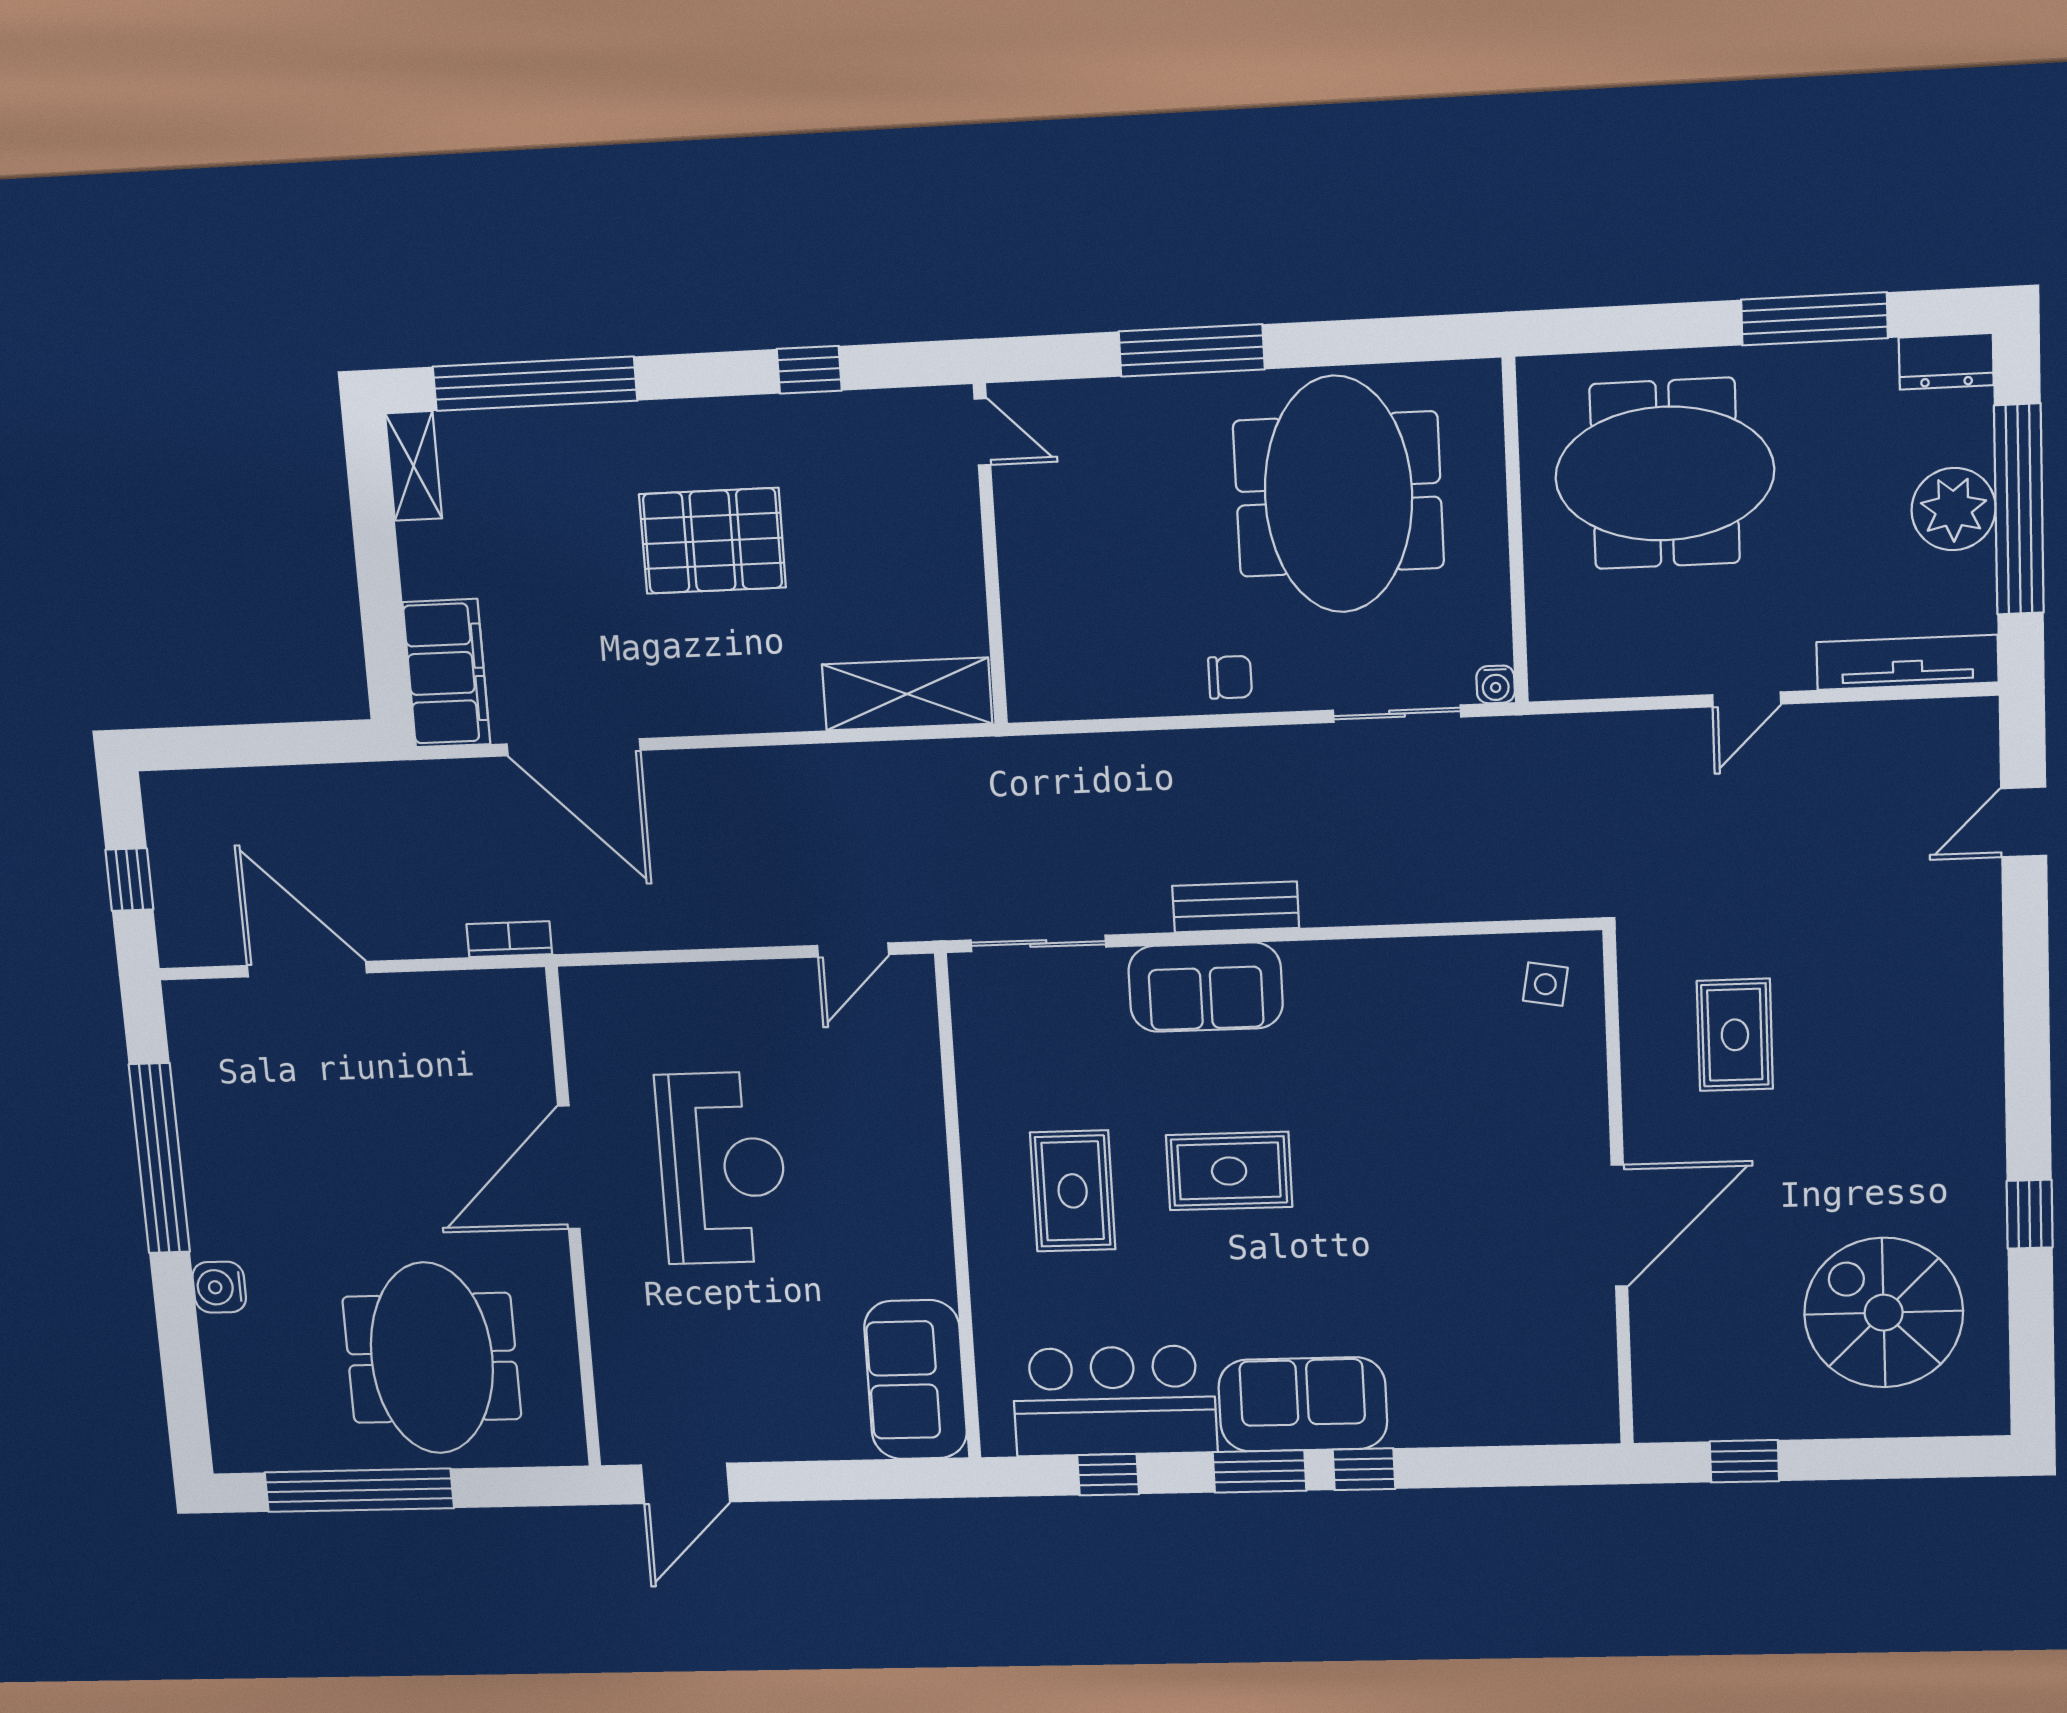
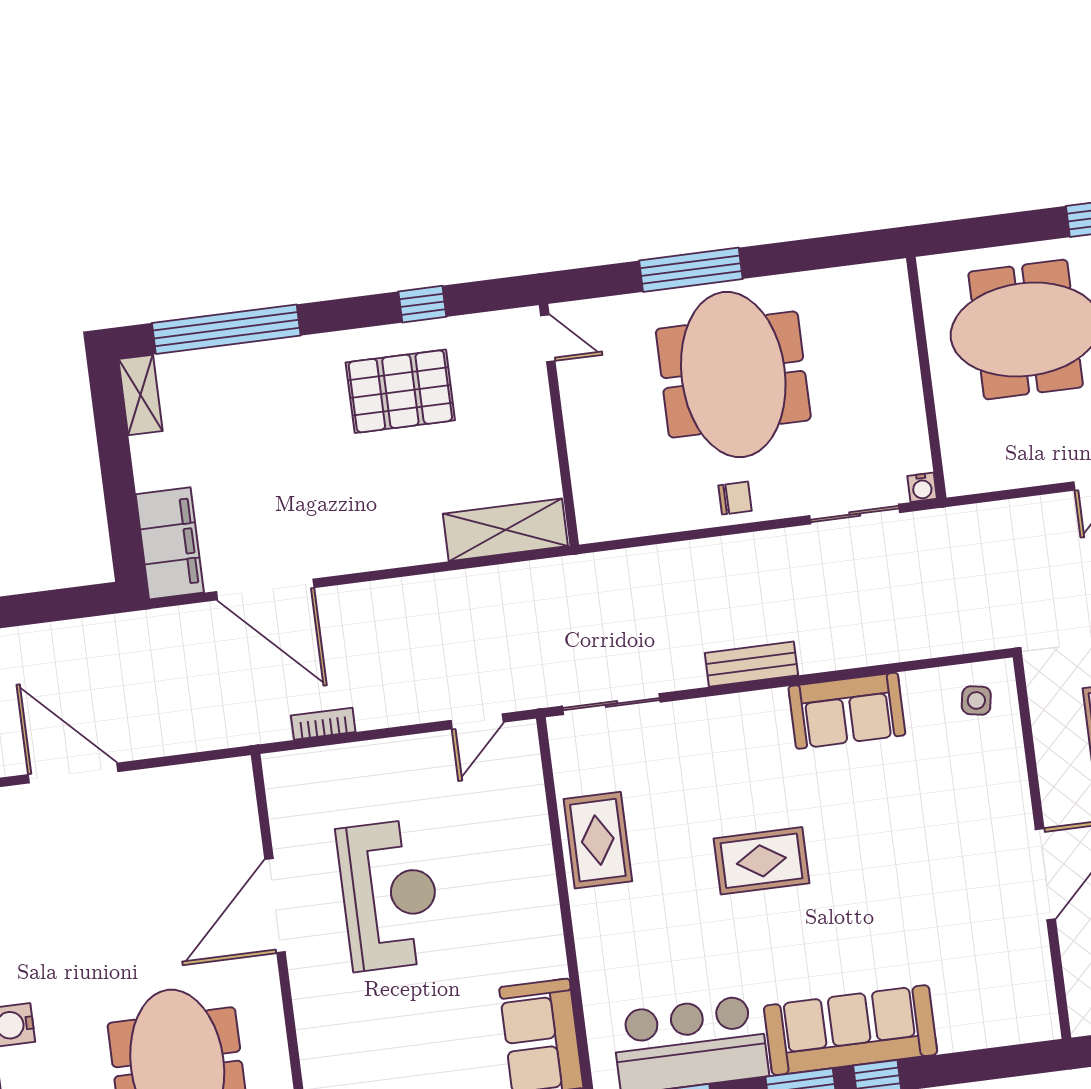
meeting table: (1338, 494) -> (733, 375), moved
pallet: (712, 541) -> (400, 391), moved
bookcase: (509, 939) -> (323, 724), moved
sofa: (1206, 987) -> (847, 711), moved
rug: (1073, 1191) -> (598, 840), moved
sofa: (1303, 1404) -> (851, 1030), width x1.36

